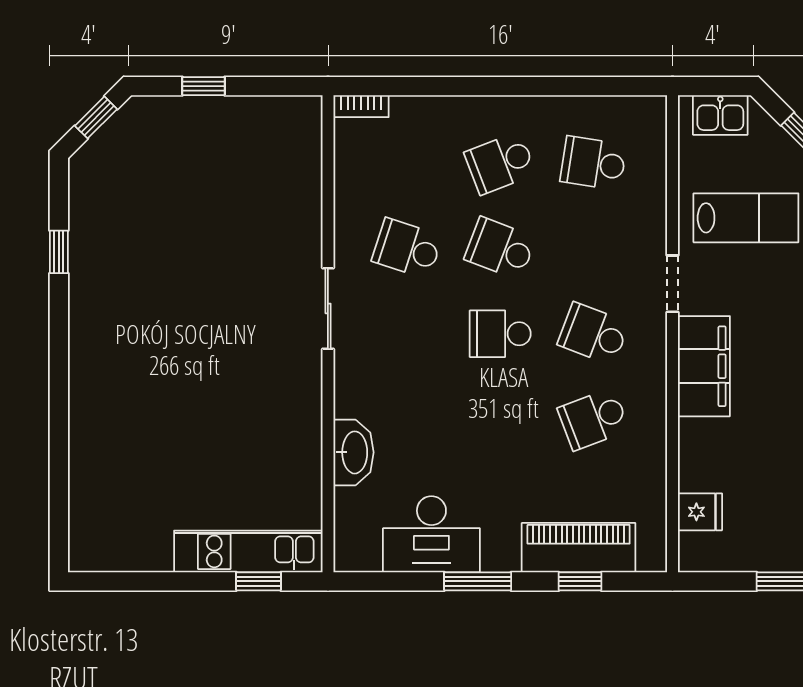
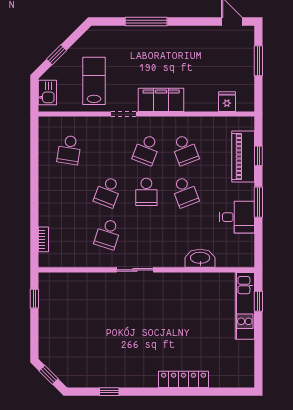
window: (203, 86) -> (34, 299), moved
bookcase: (361, 106) -> (43, 239), moved
school desk: (500, 163) -> (185, 192), moved
locker: (86, 416) -> (183, 379), added
desk: (431, 534) -> (237, 217), width x0.73

